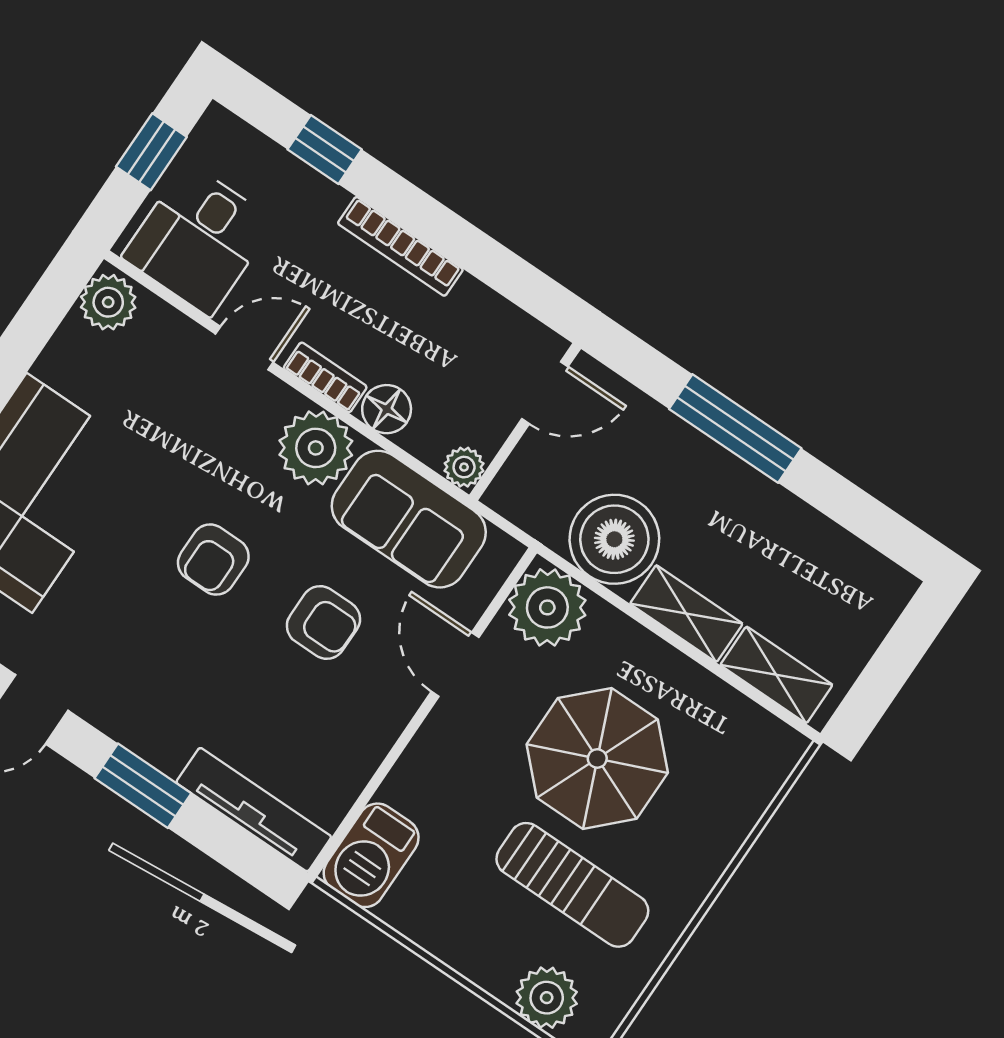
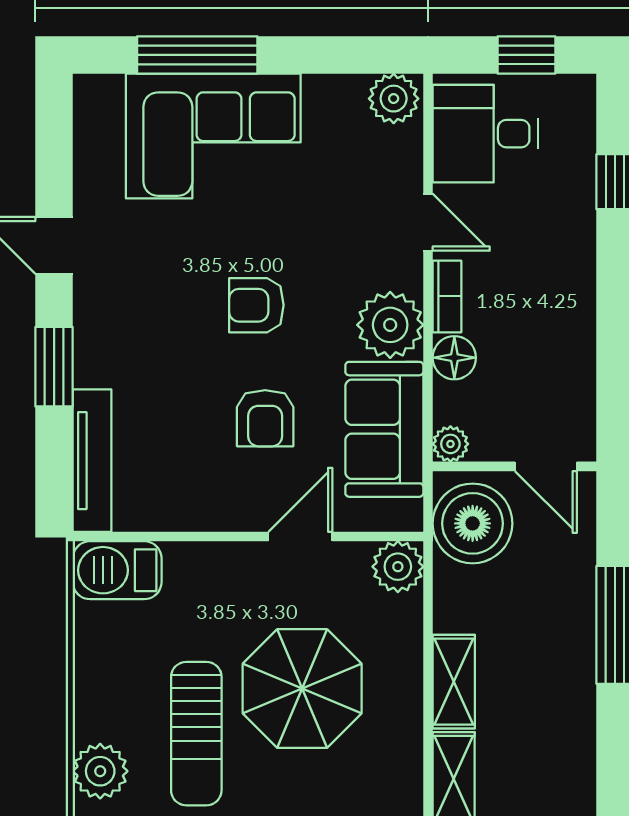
bookcase: (400, 246) -> (581, 286), removed
boiler: (614, 539) -> (473, 523), moved
plant: (547, 607) -> (398, 567), width x0.73, depth x0.73

